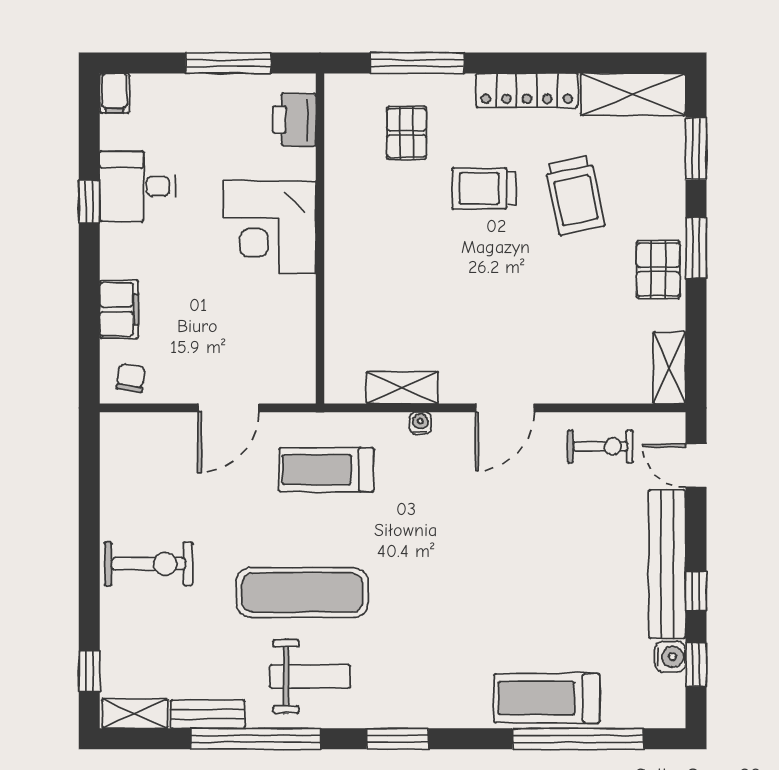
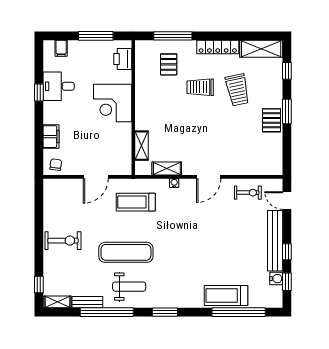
filing cabinet: (115, 93) -> (61, 48), moved
window: (696, 149) -> (287, 71), width x0.67
shelving: (669, 368) -> (142, 146), moved

